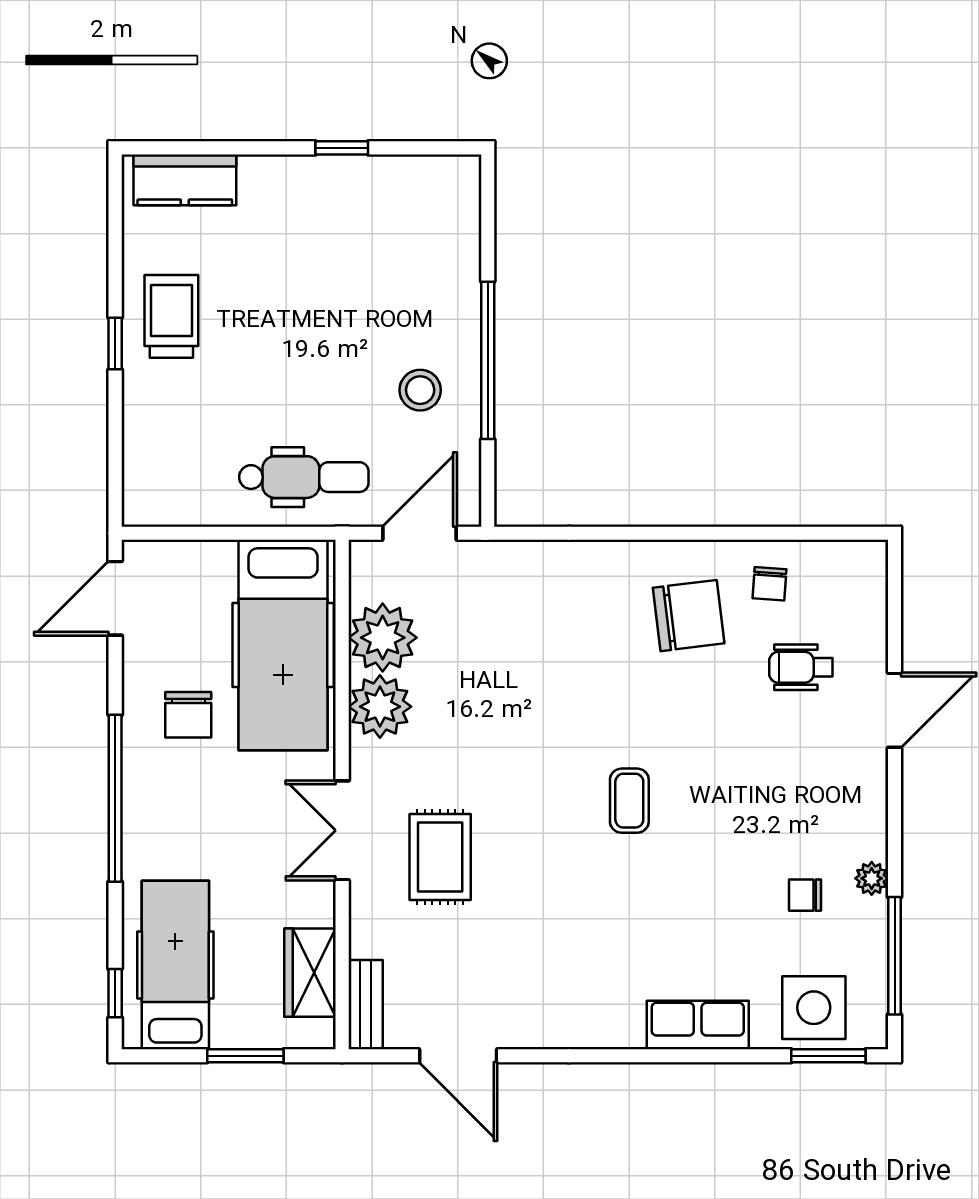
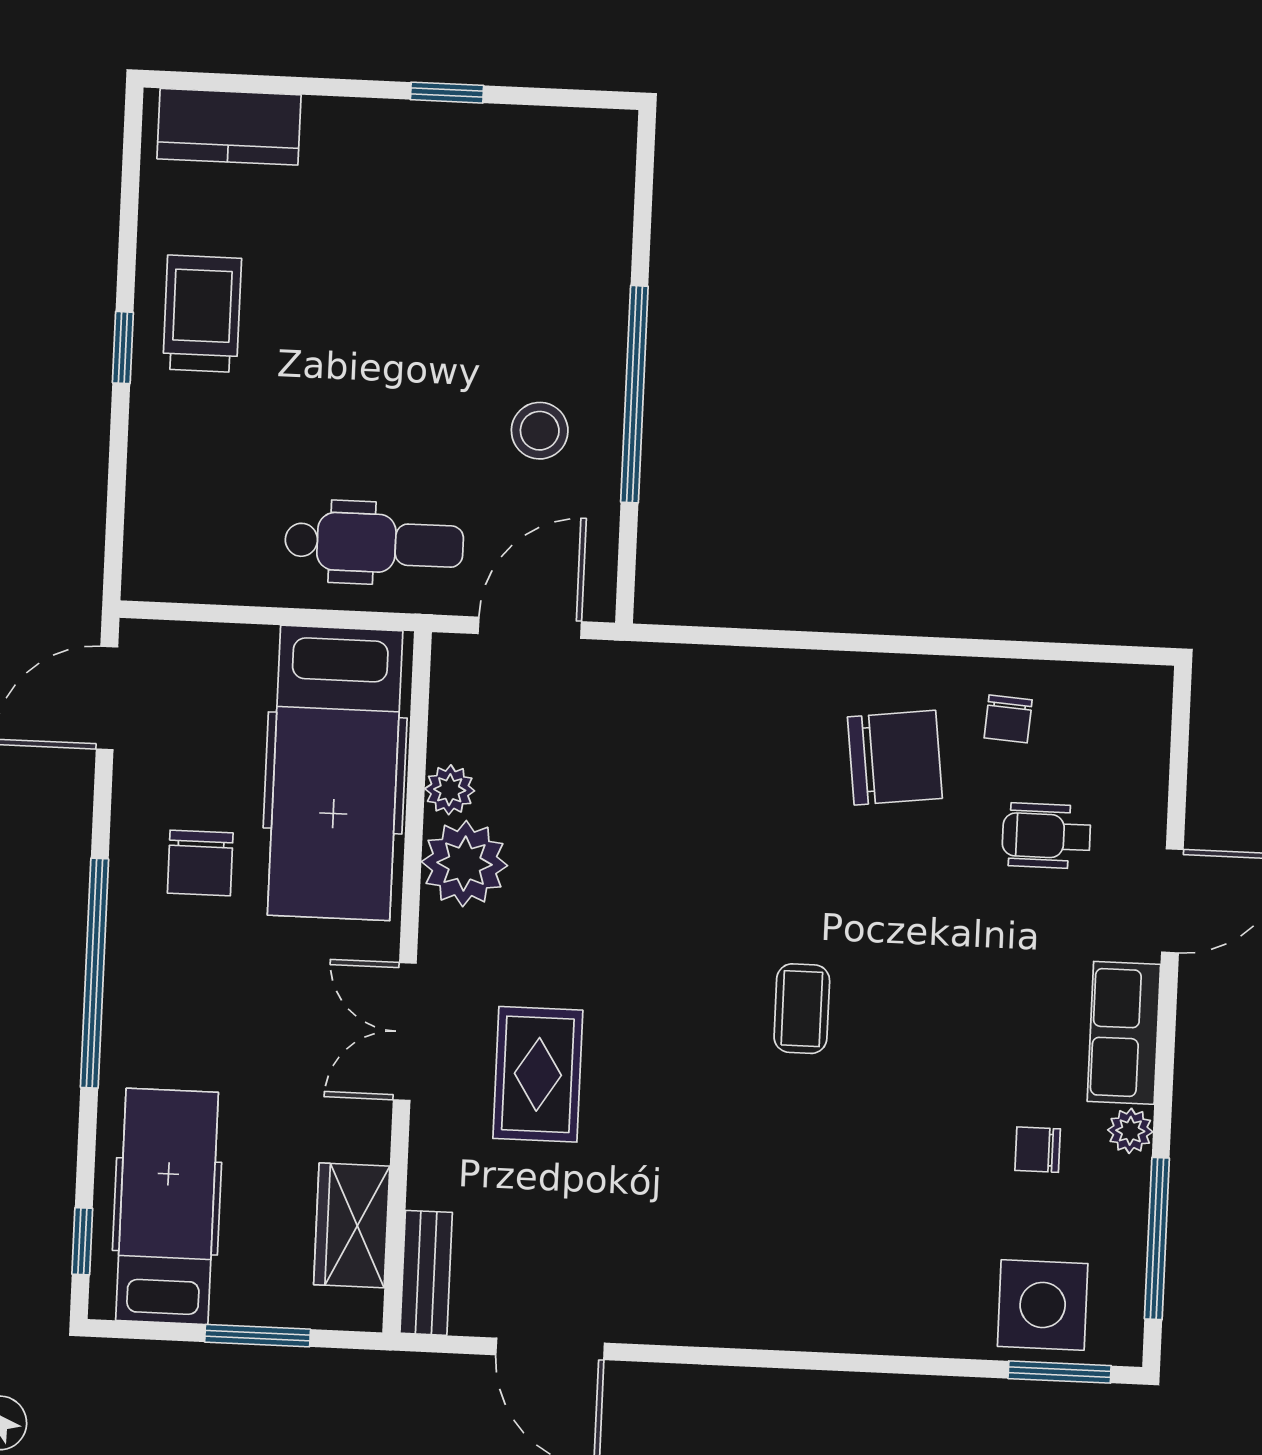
plant: (383, 638) -> (450, 790), width x0.53, depth x0.53
row of seats: (698, 1025) -> (1124, 1033), moved, turned -90

